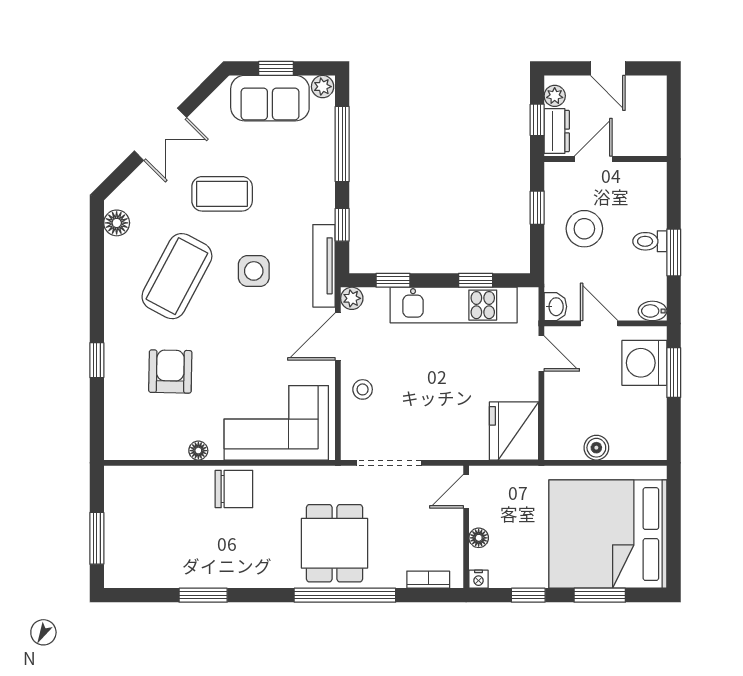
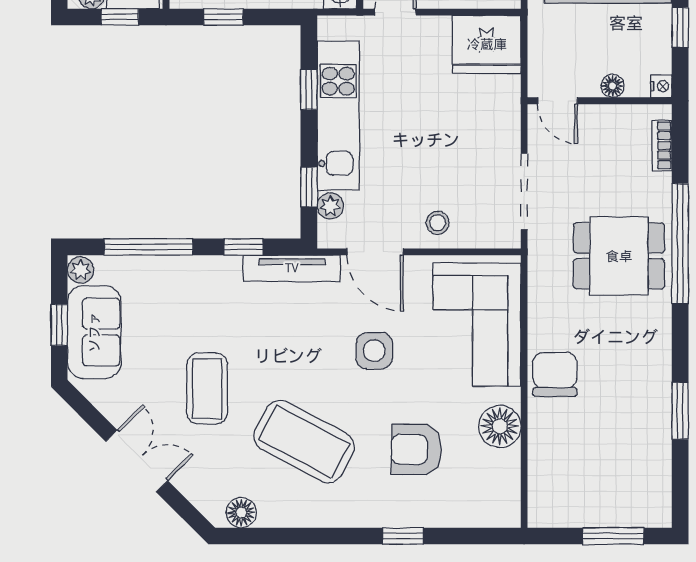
side table: (254, 271) -> (374, 351), moved
plant: (352, 298) -> (330, 206), moved
floor lamp: (198, 451) -> (500, 426), width x1.89, depth x1.89

